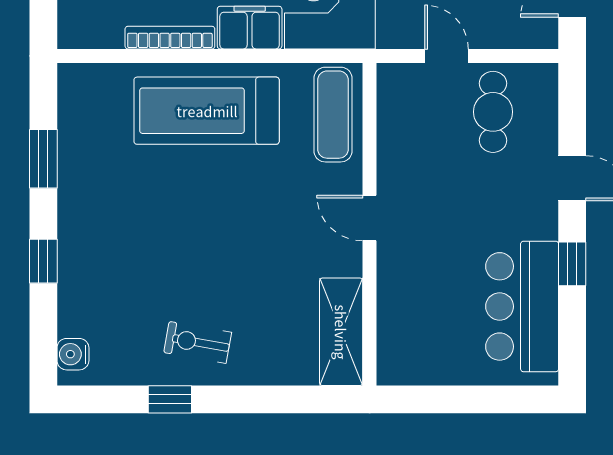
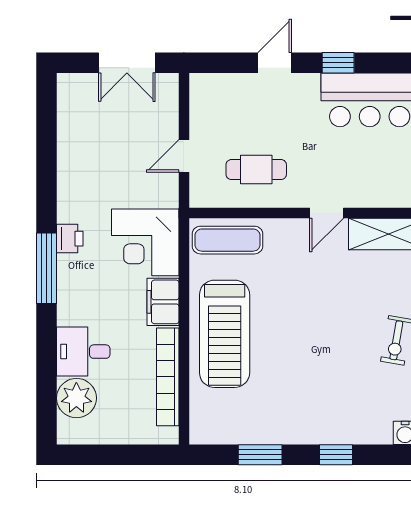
bookcase: (170, 38) -> (168, 377), width x1.48, depth x1.31
cafe table: (493, 112) -> (256, 170), moved
door: (370, 218) -> (327, 213), moved

